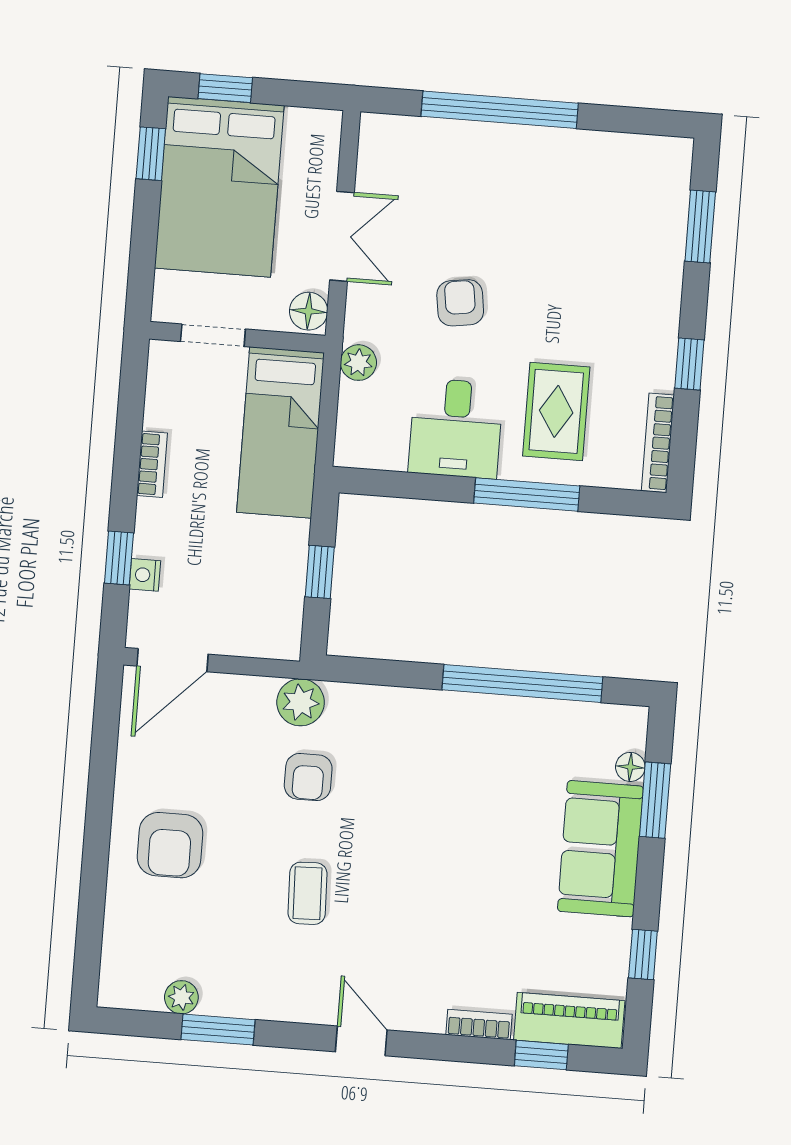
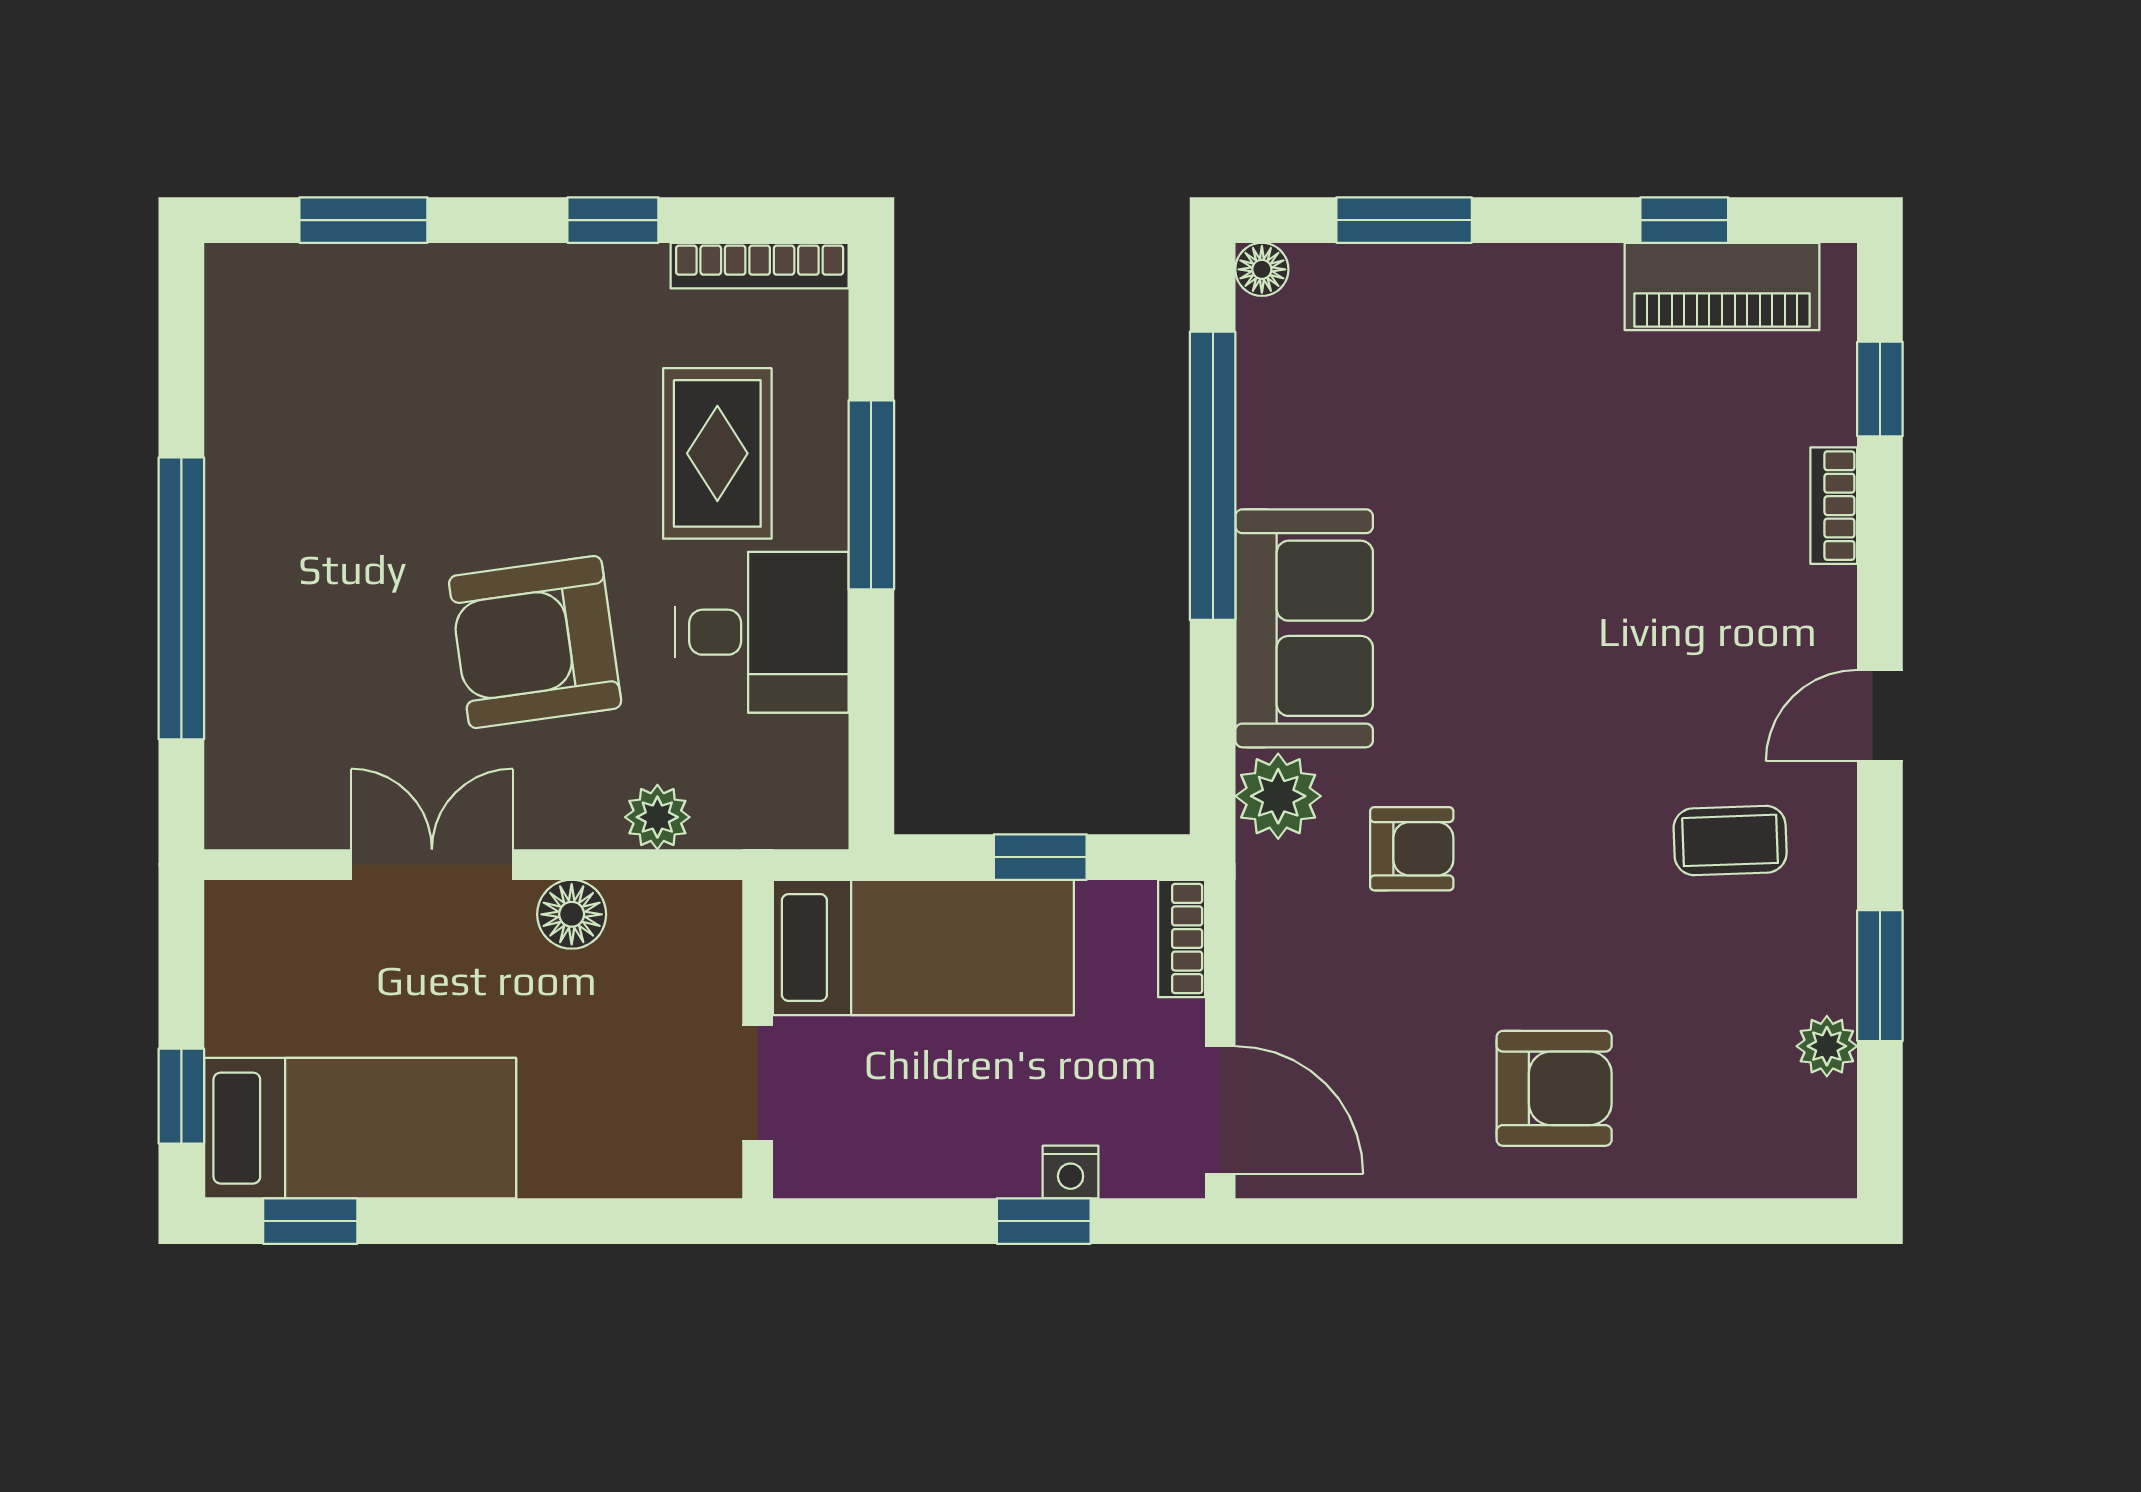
bed: (219, 187) -> (360, 1128), width x0.67
armchair: (460, 303) -> (535, 642), width x1.88, depth x1.88
doorway: (213, 335) -> (758, 1083), moved
wall: (237, 337) -> (758, 1039), moved
rug: (556, 411) -> (717, 453), turned 90
bed: (281, 432) -> (923, 948), moved
bookcase: (152, 464) -> (1182, 939), moved, turned -90
plant: (301, 702) -> (1278, 796), moved
floor lamp: (630, 767) -> (1262, 269), moved
sofa: (600, 849) -> (1304, 628), moved, turned -90
coffee table: (308, 893) -> (1730, 840), moved
piano: (569, 1020) -> (1722, 286), moved, turned -90

